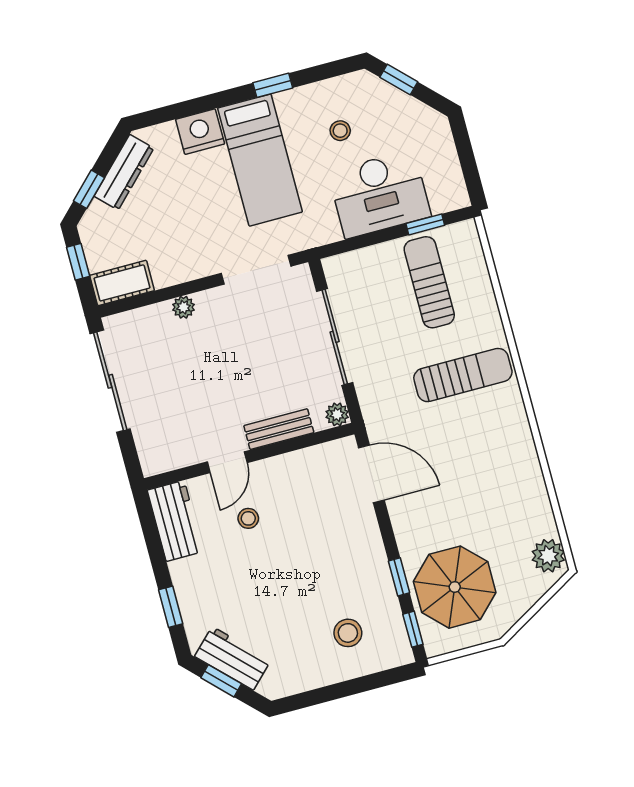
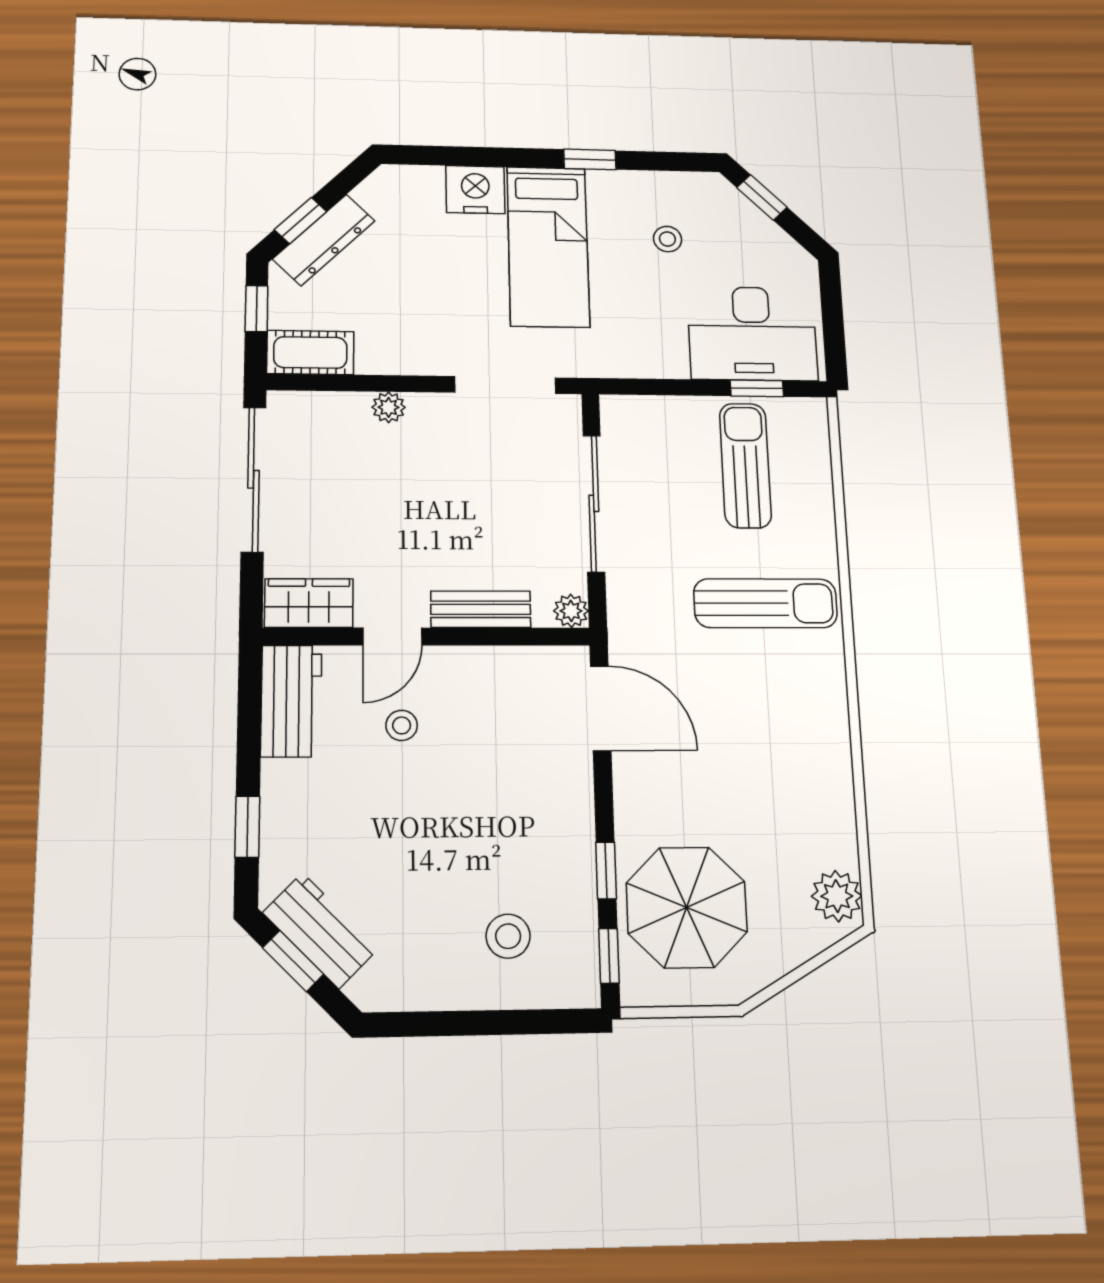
dresser: (124, 172) -> (324, 240), moved
desk: (379, 194) -> (752, 333), moved
wardrobe: (169, 454) -> (309, 603), added

